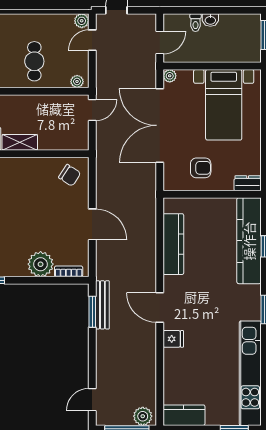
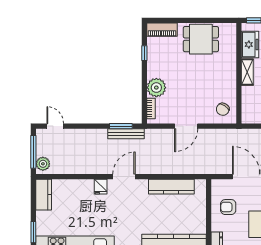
armchair: (201, 168) -> (228, 207), turned 90

